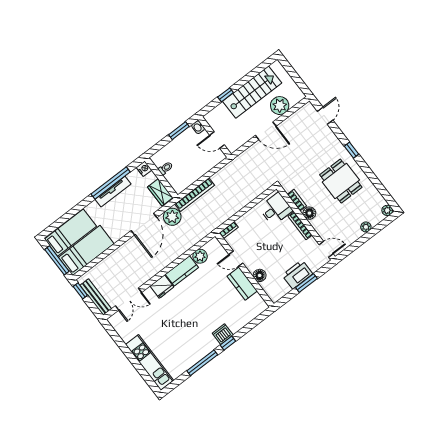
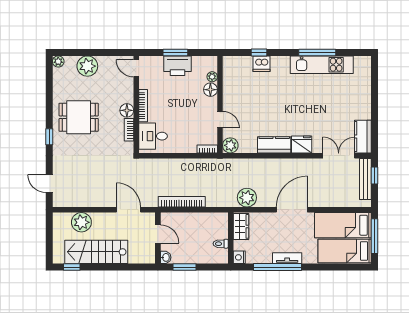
window: (226, 95) -> (72, 267), moved
door: (325, 116) -> (49, 184), hinge flipped
door: (266, 131) -> (129, 210), moved
dining table: (341, 181) -> (79, 117), turned 90
tv unit: (113, 192) -> (287, 258), width x0.71
bookcase: (195, 195) -> (182, 202), moved
door: (144, 224) -> (292, 210), moved
plant: (366, 227) -> (87, 66), width x1.88, depth x1.88
plant: (200, 256) -> (230, 145), moved
kitchen counter: (242, 284) -> (363, 137), moved, turned 180
plant: (266, 286) -> (212, 77), added
window: (80, 291) -> (375, 175), moved
dishwasher: (223, 334) -> (262, 64), moved
window: (228, 343) -> (259, 52), moved
kitchen unit: (149, 362) -> (322, 65), moved, turned -90

